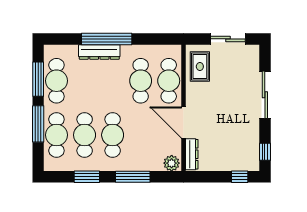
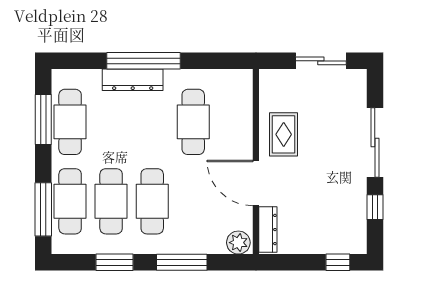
rug: (200, 66) -> (284, 134), moved
cafe table: (169, 81) -> (234, 122), removed
window: (38, 124) -> (43, 209), moved
window: (265, 152) -> (375, 207), moved

